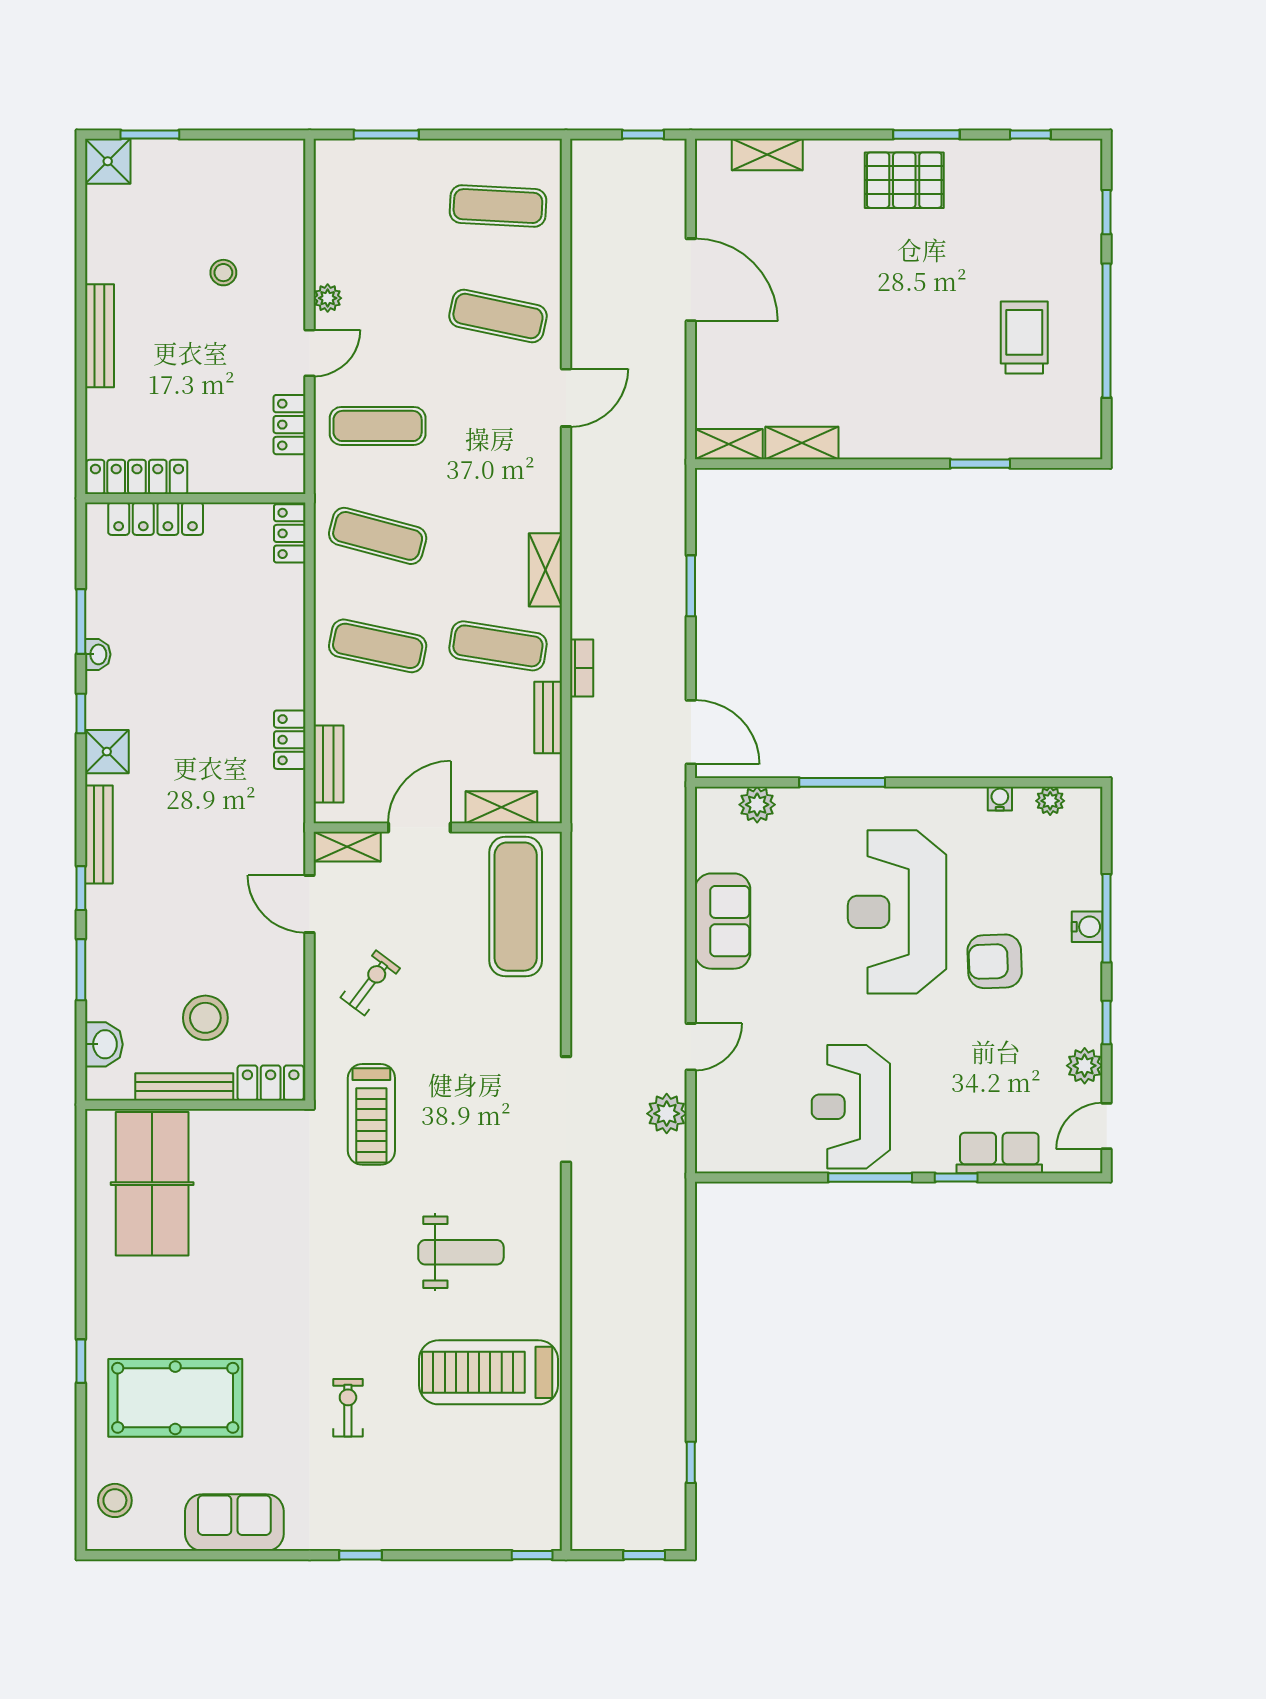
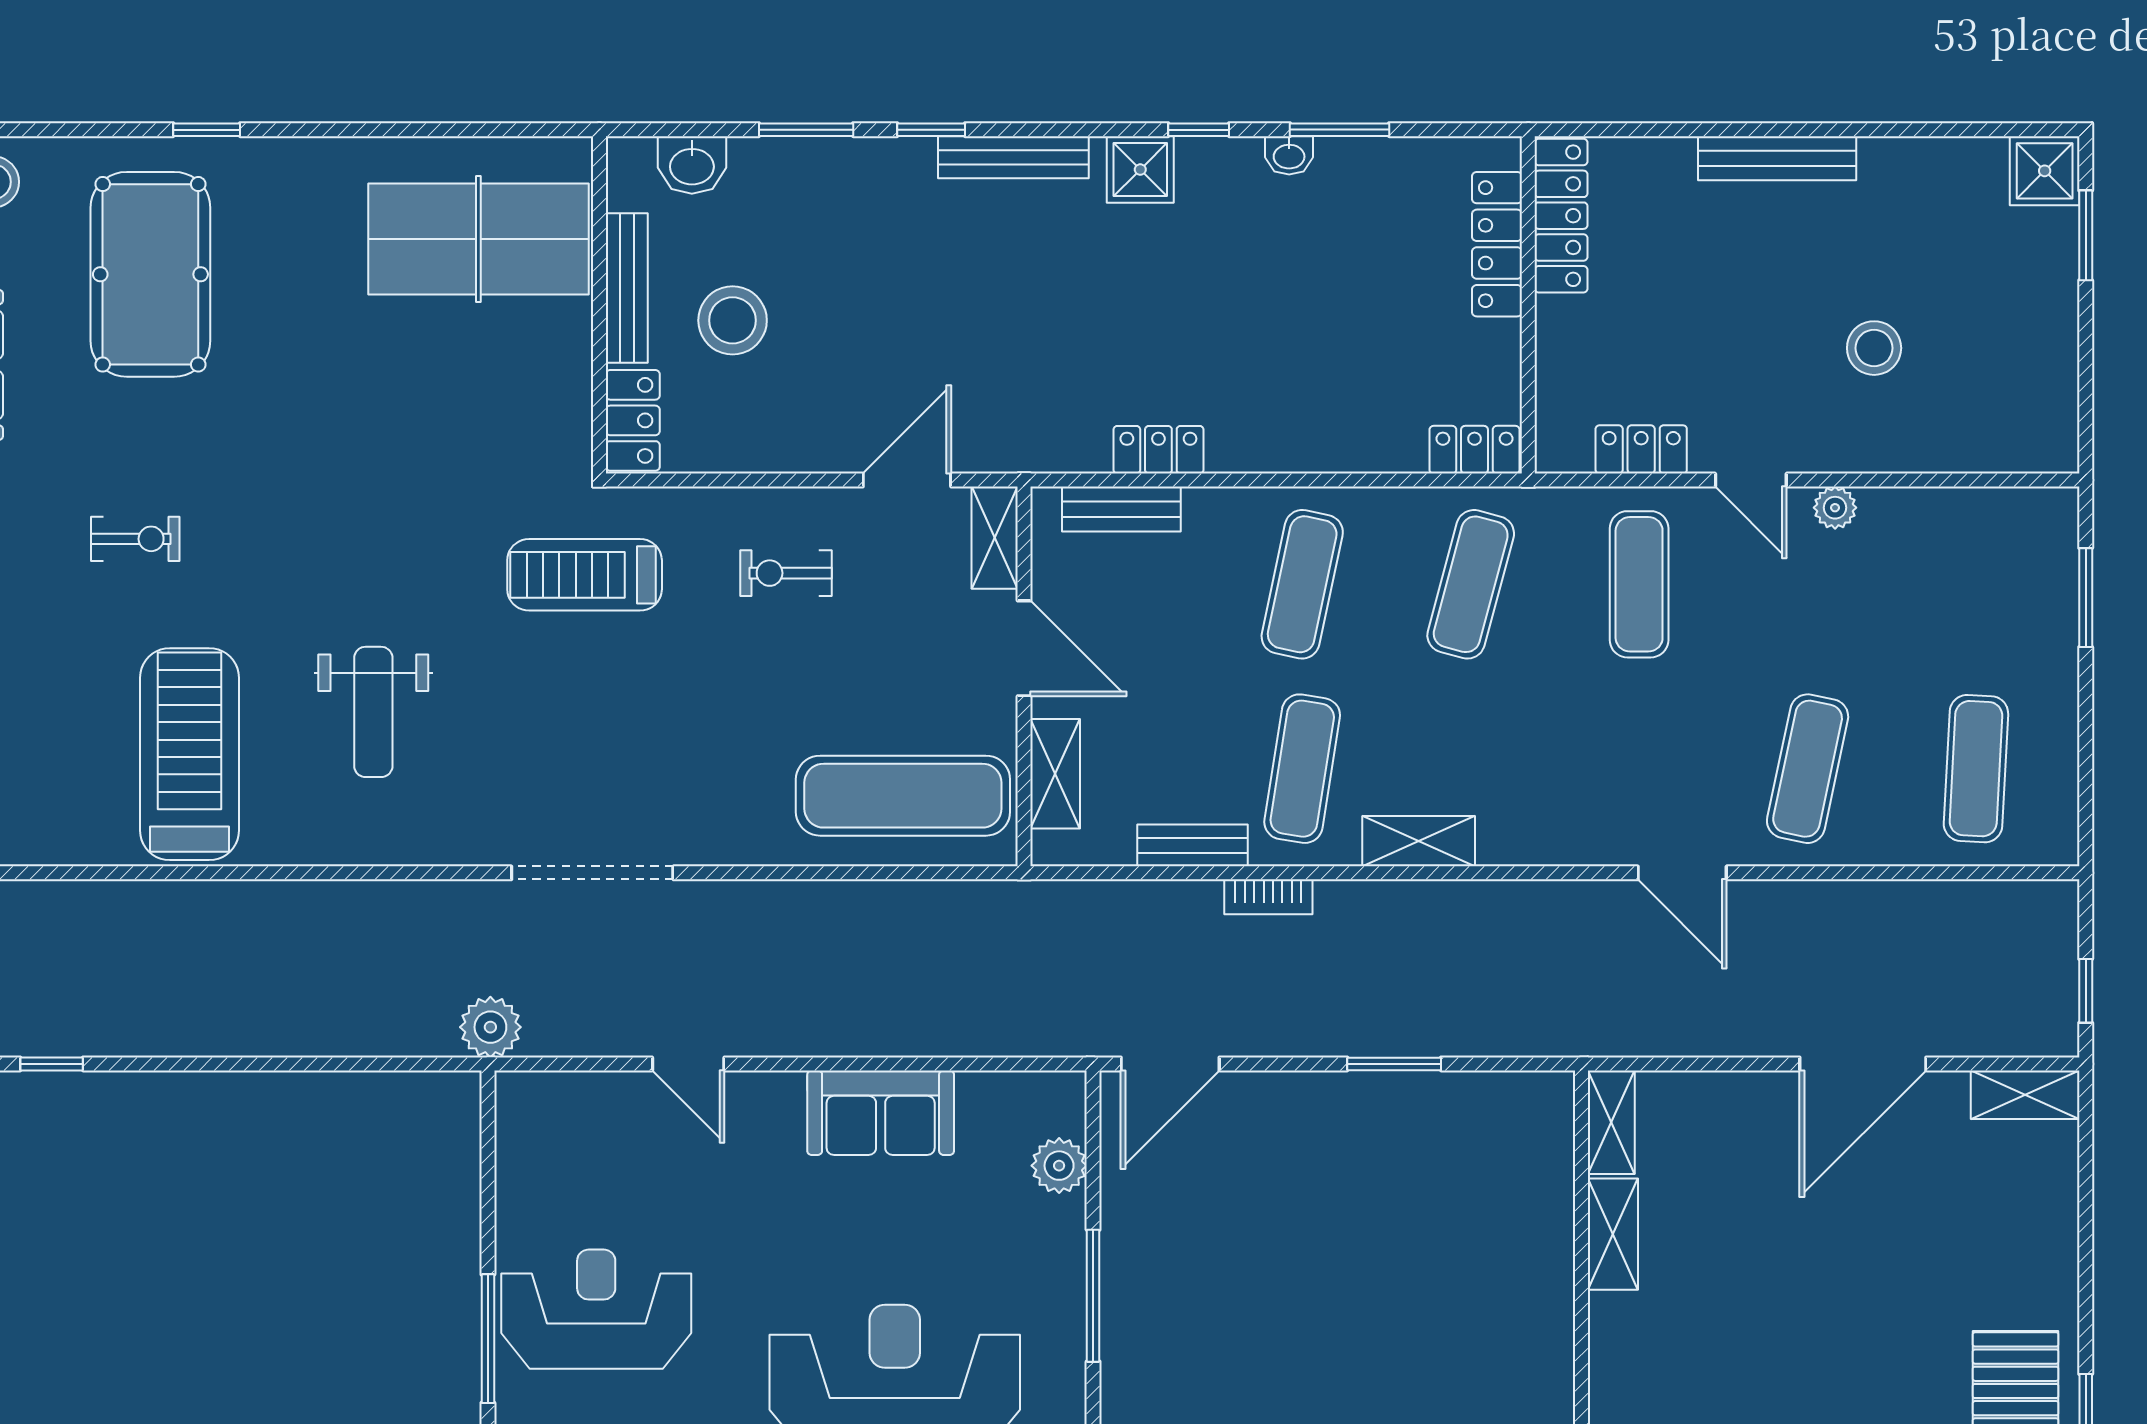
shelving: (767, 155) -> (2025, 1095), moved, turned 90
stool: (223, 273) -> (1874, 348), width x1.37, depth x1.37
exercise bike: (370, 983) -> (786, 573), turned 143
plant: (667, 1114) -> (490, 1027), moved

